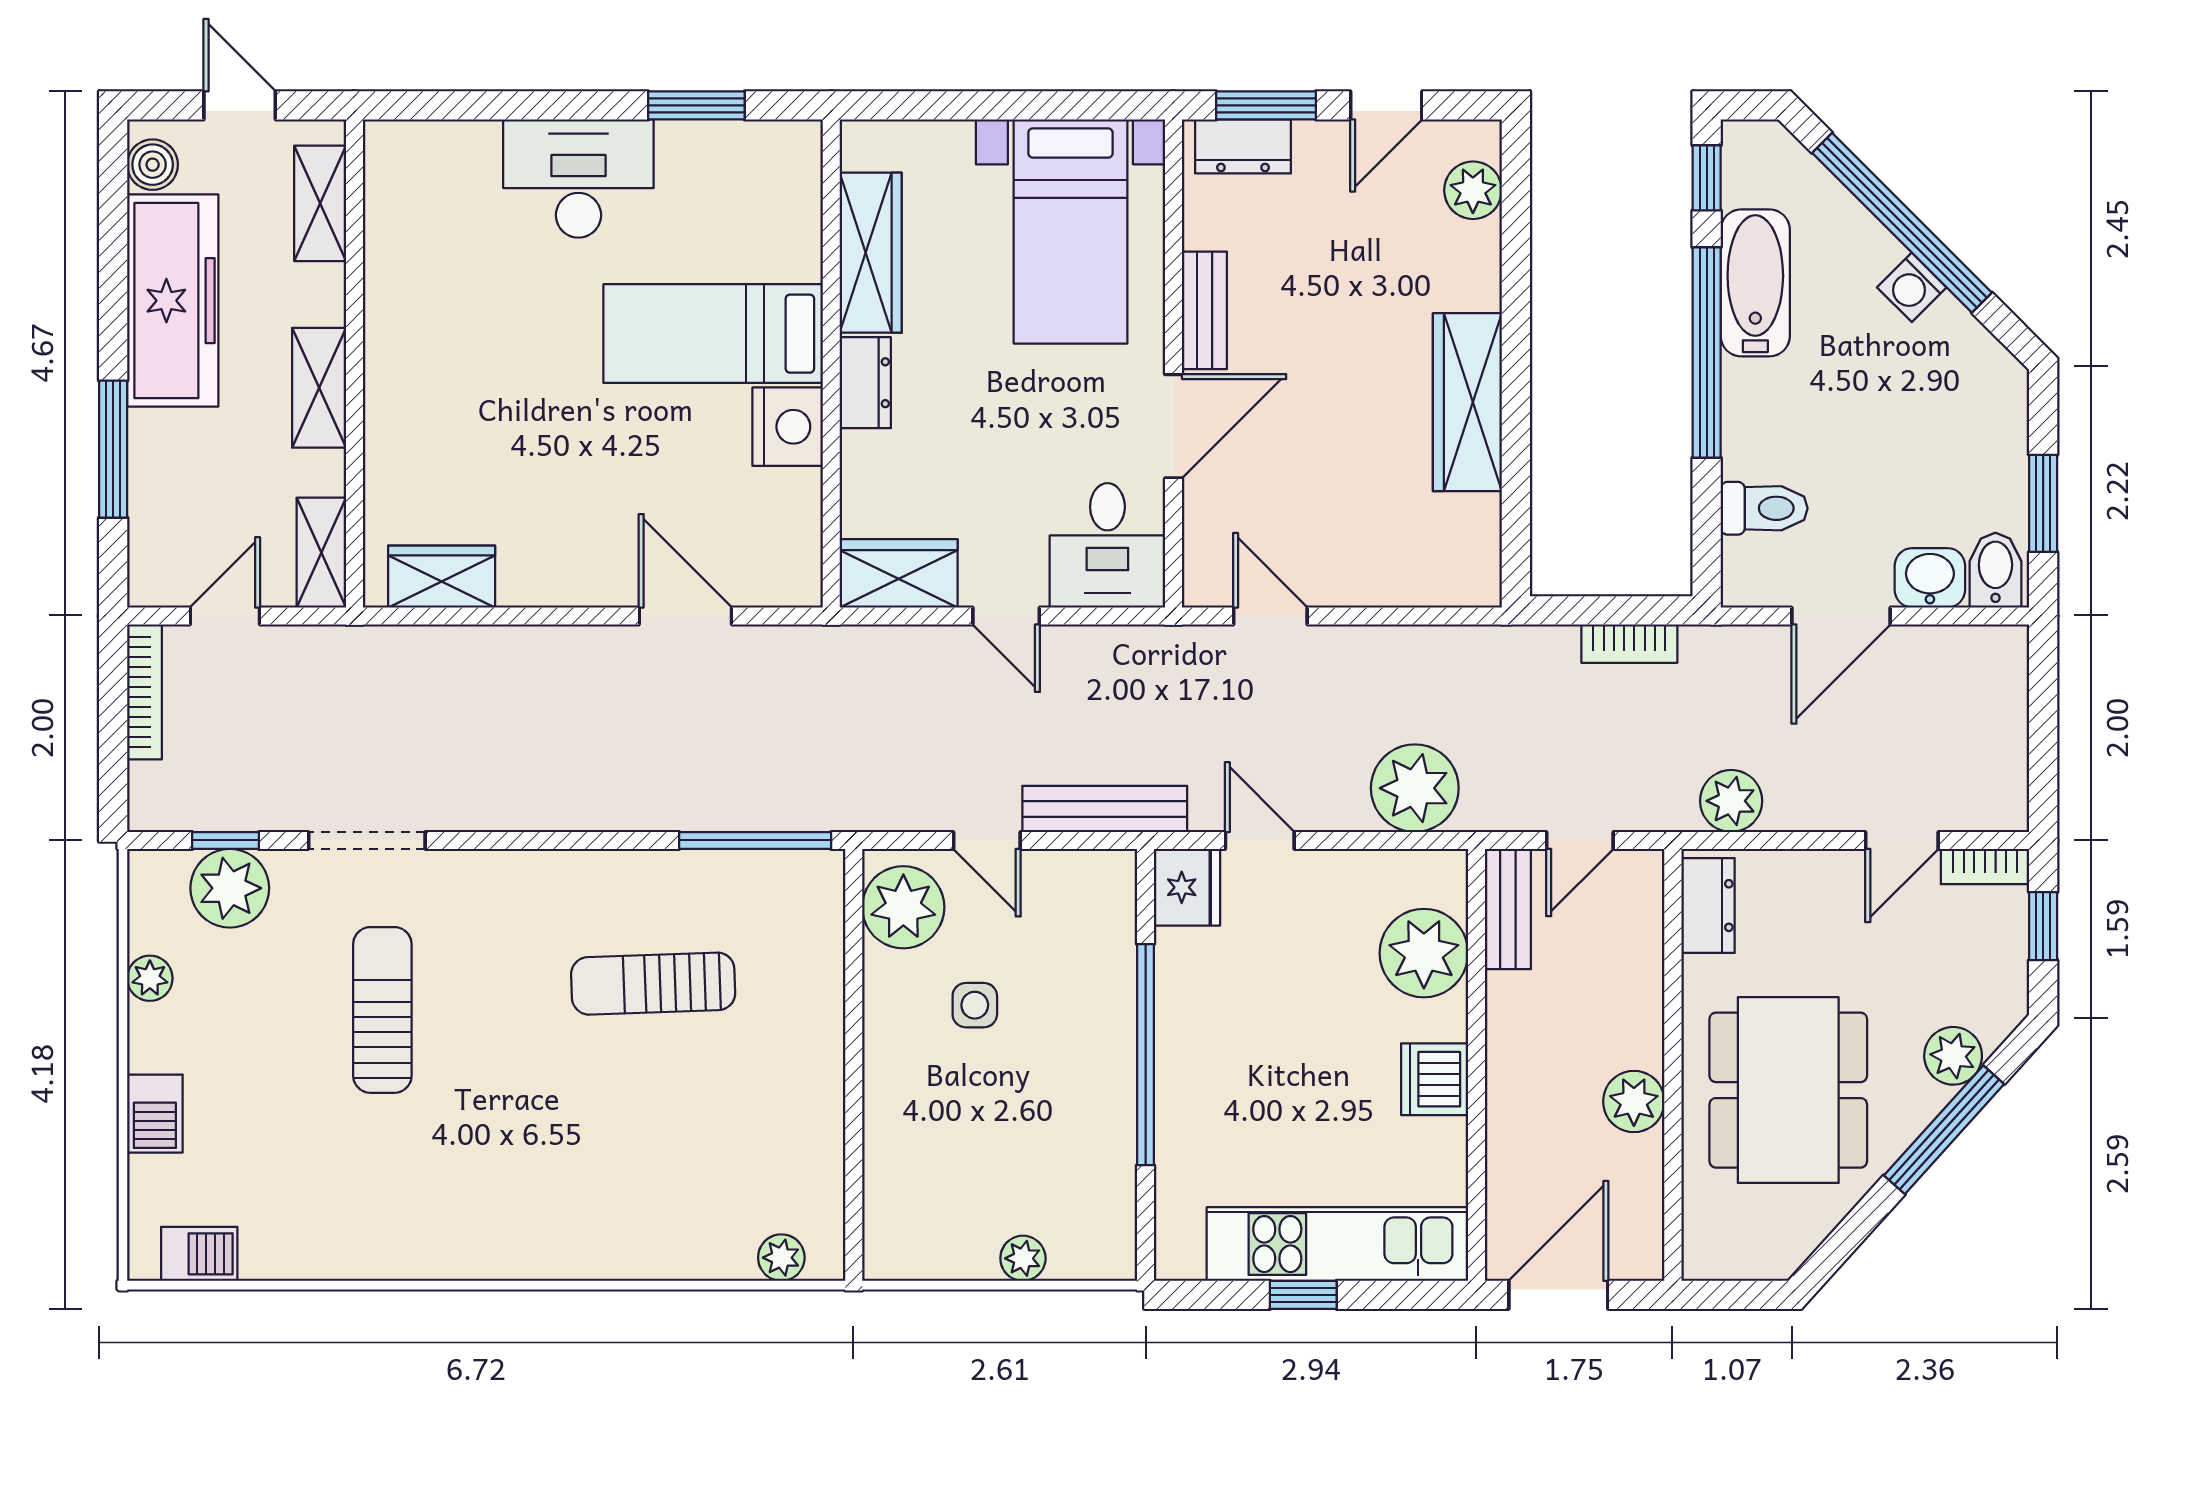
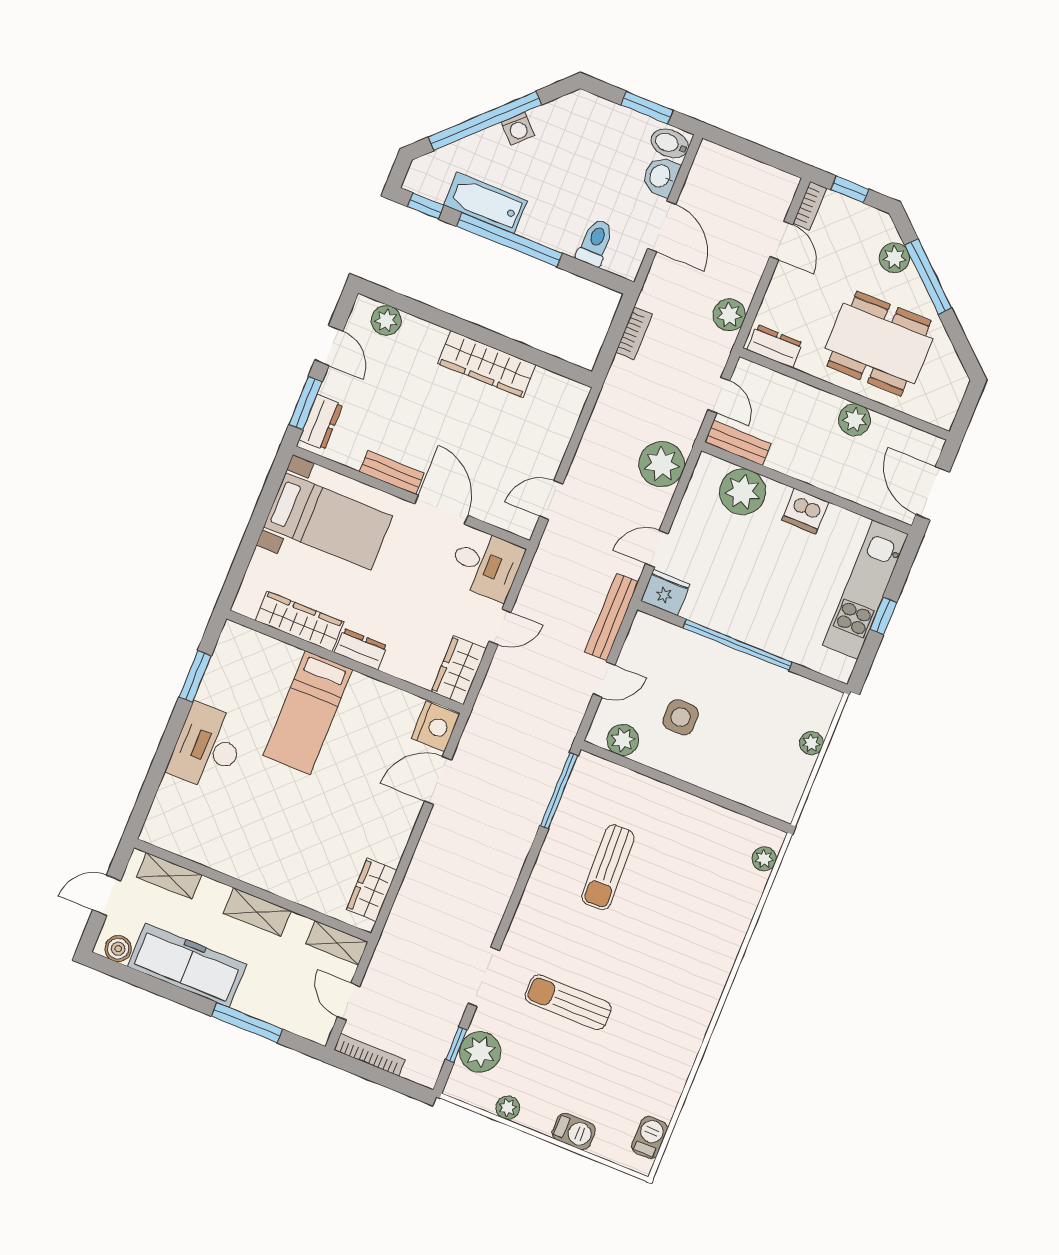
nightstand: (788, 427) -> (435, 726), moved, turned 90
plant: (903, 907) -> (623, 740), width x0.73, depth x0.73
side table: (975, 1005) -> (681, 717), width x1.37, depth x1.37

